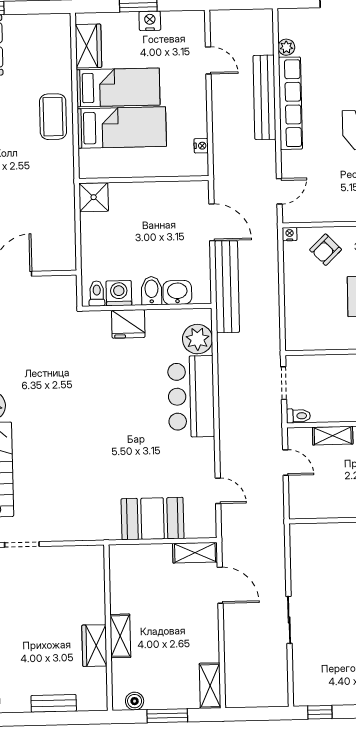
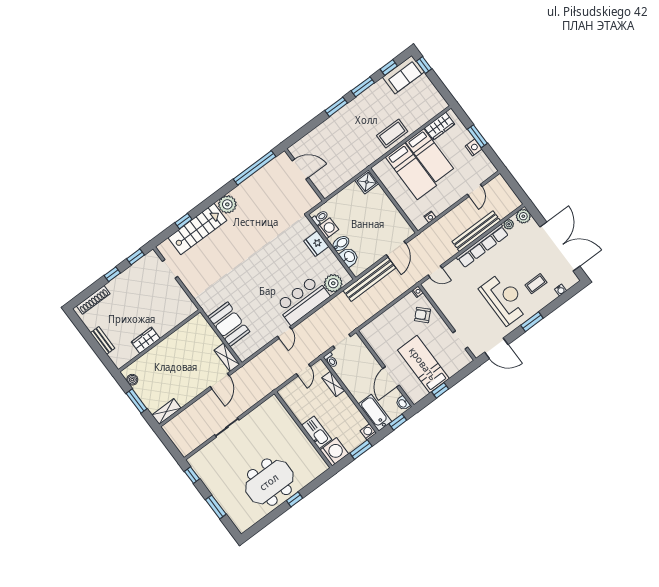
plant: (289, 20) -> (523, 216), added
door: (218, 491) -> (284, 333), moved
shelving: (120, 636) -> (159, 350), removed

